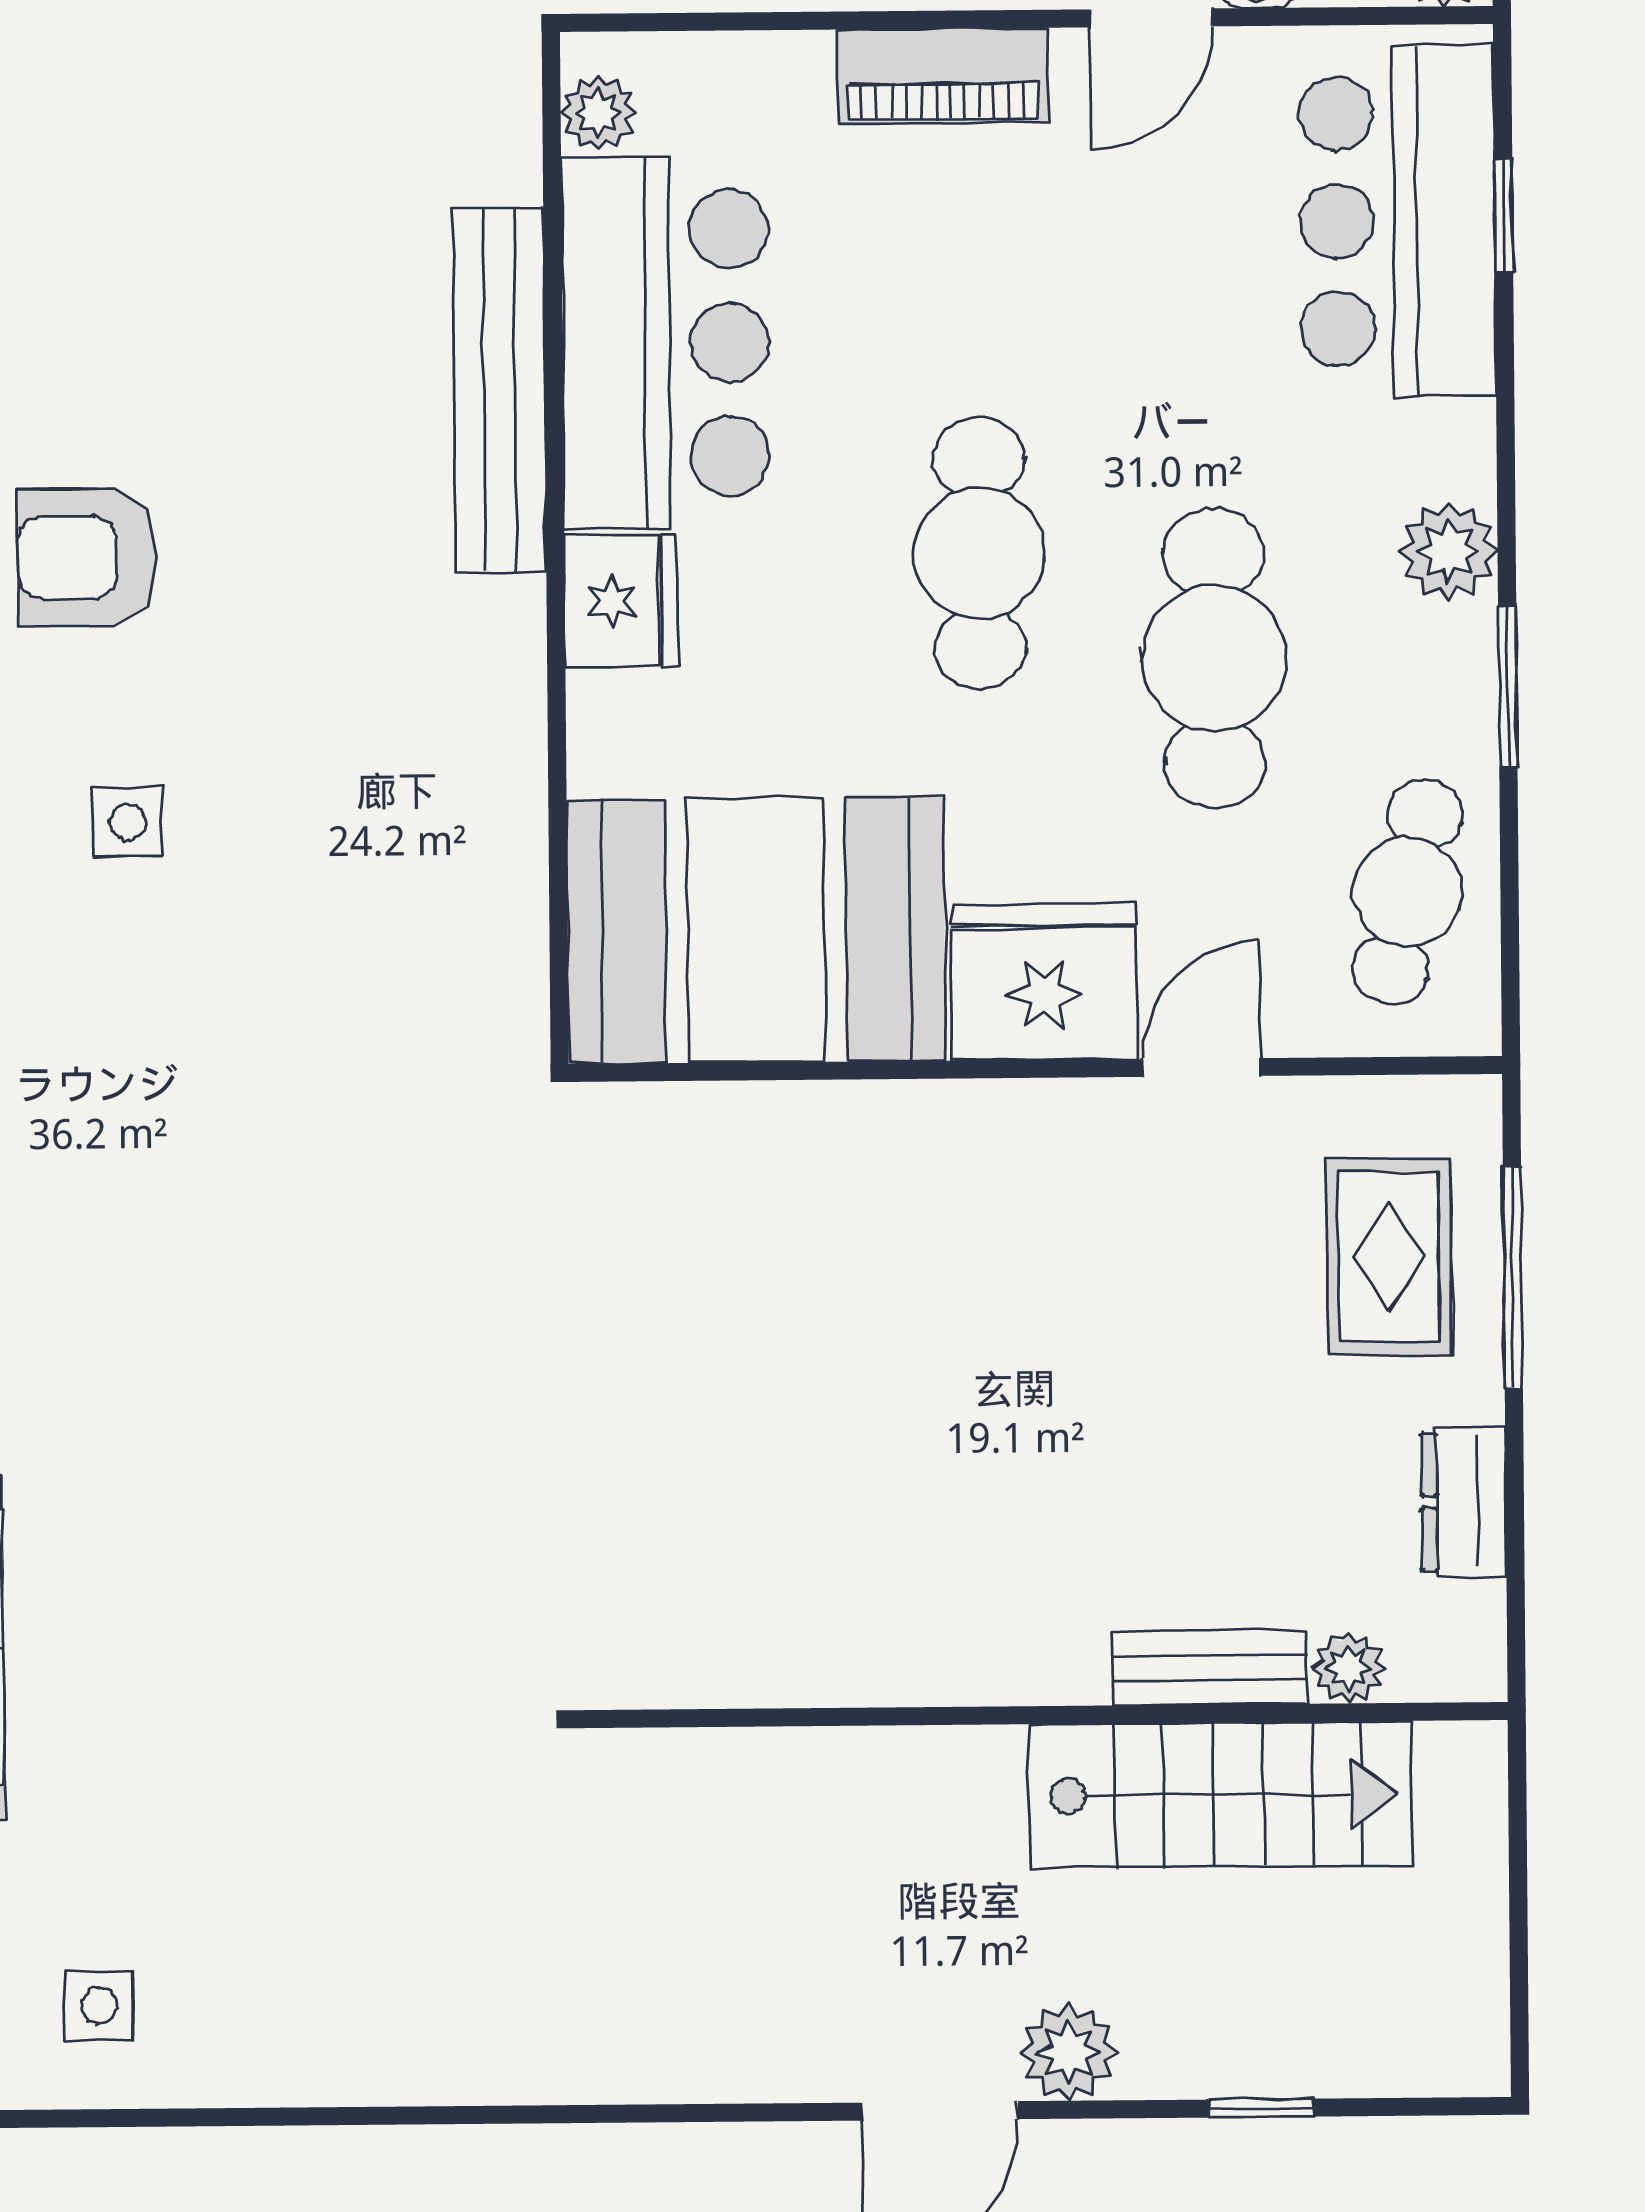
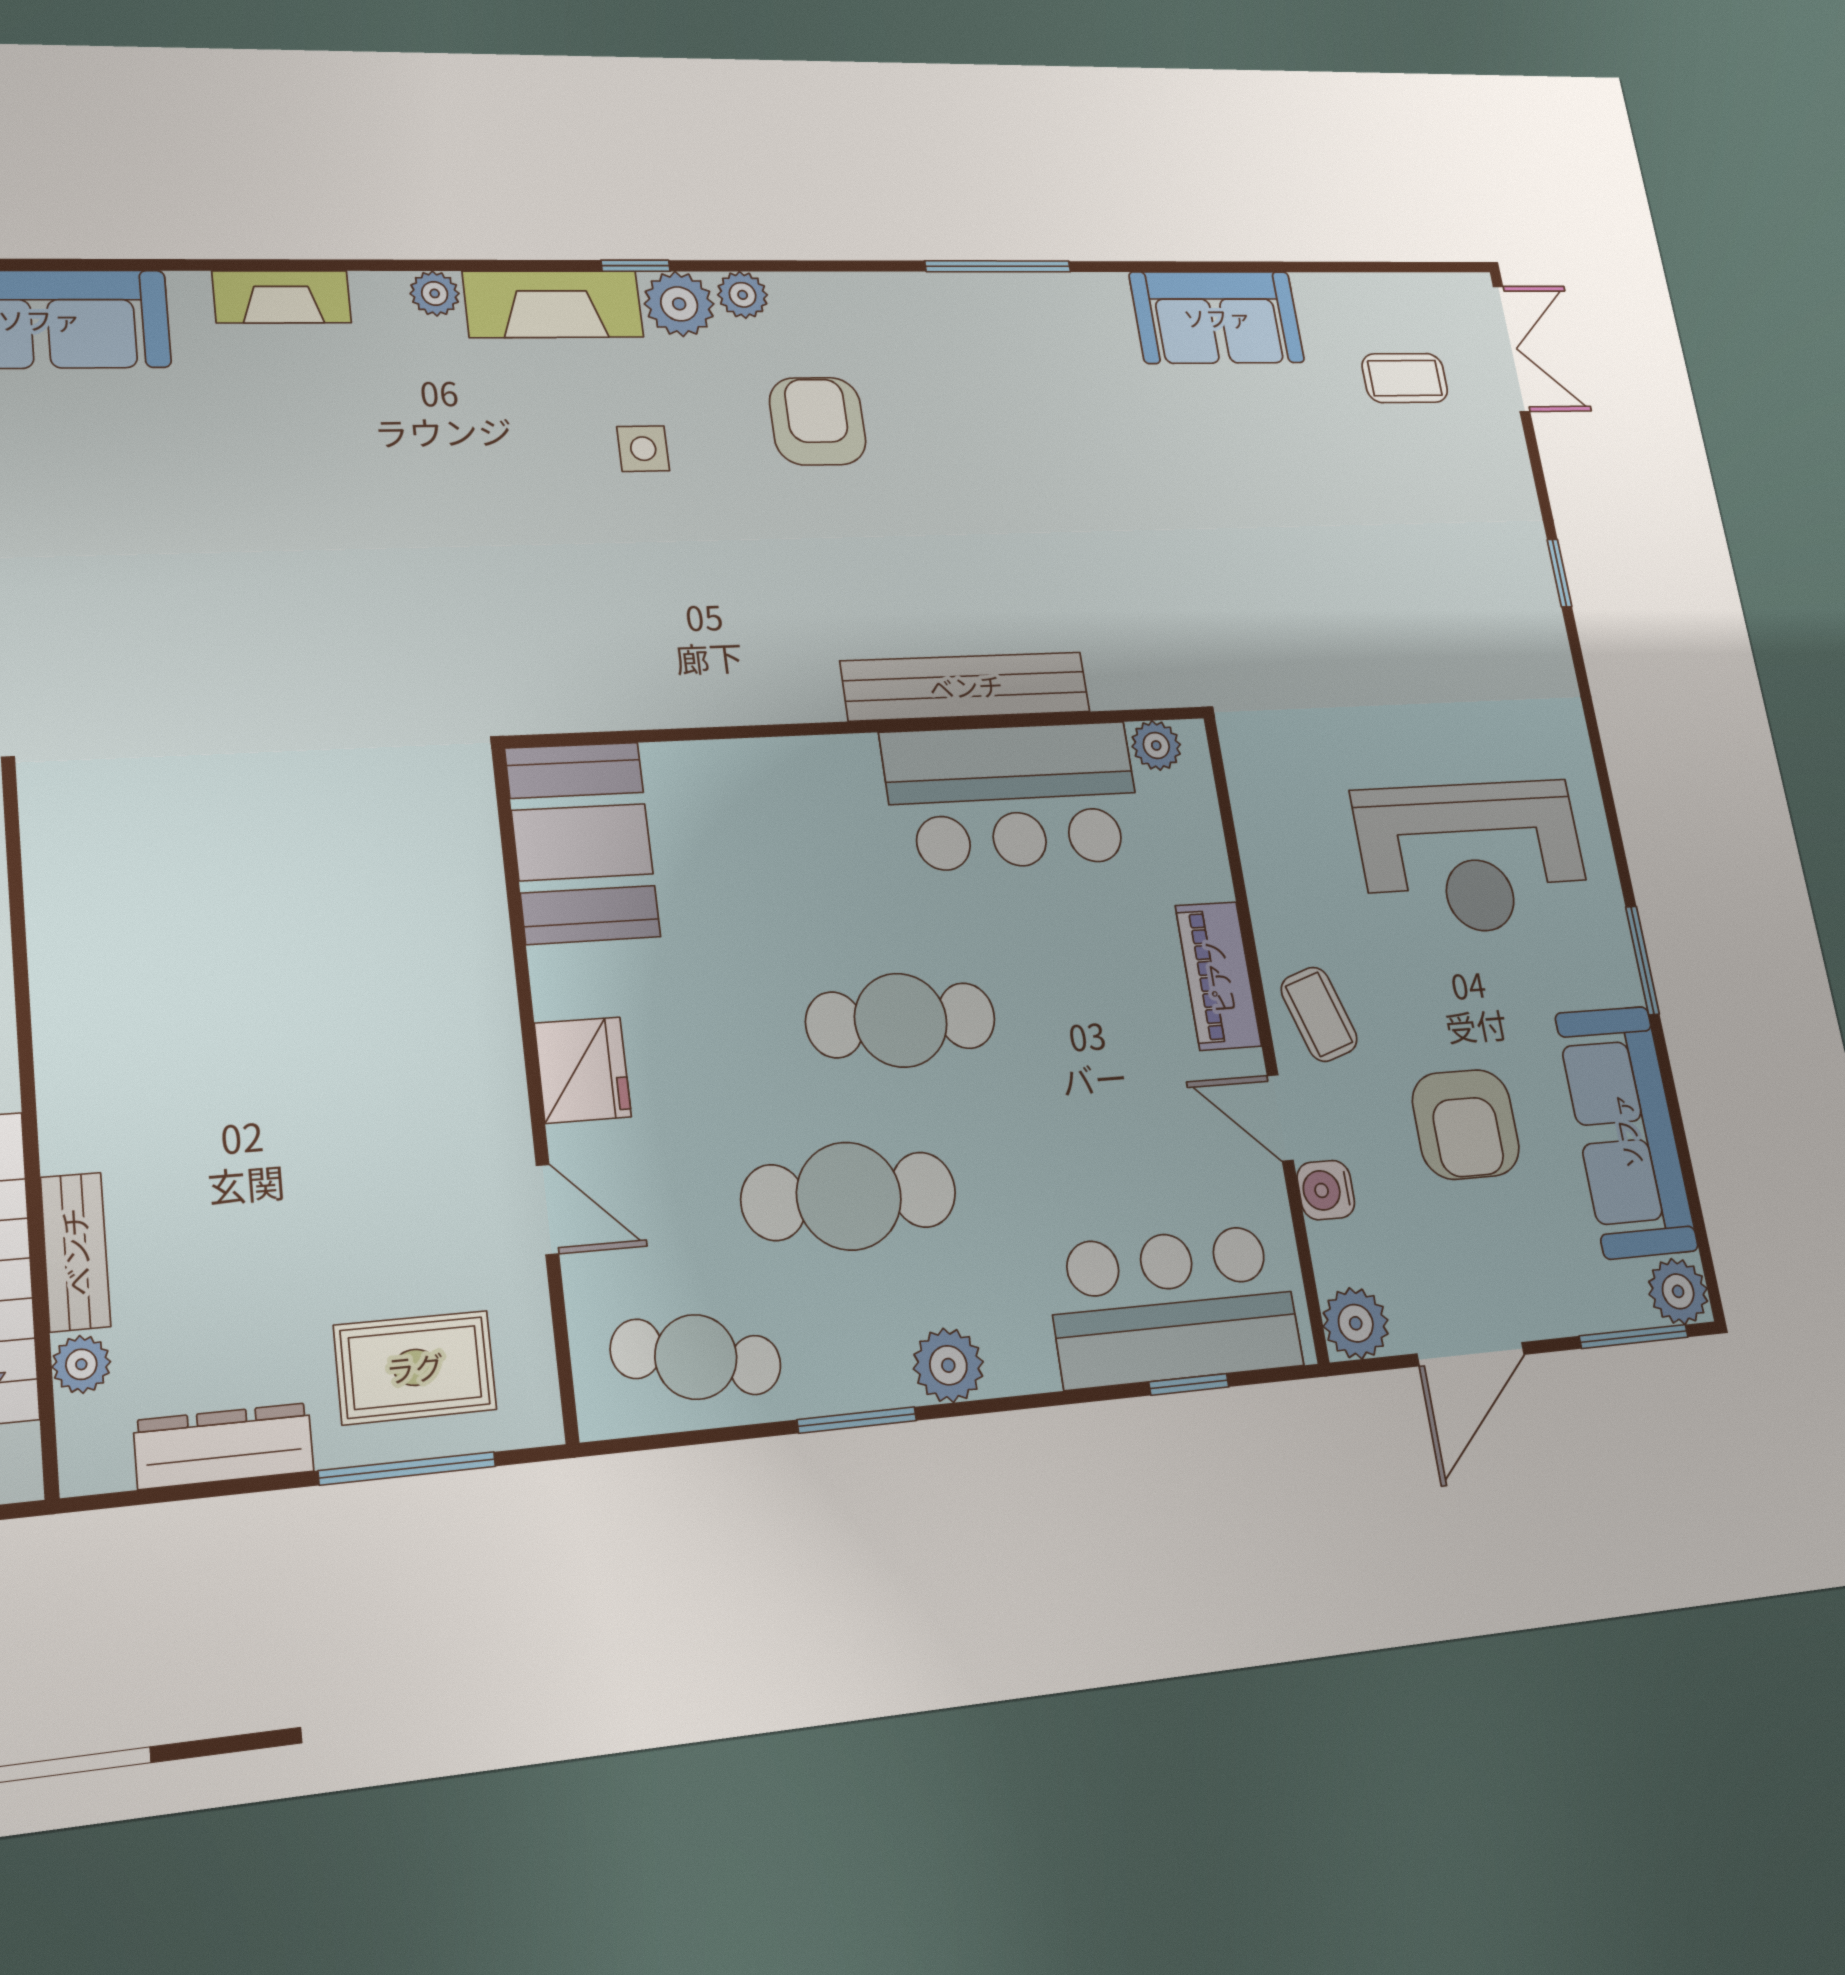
fridge: (621, 601) -> (834, 773), removed
booth: (756, 930) -> (582, 842), width x0.73, depth x0.70
fridge: (1044, 982) -> (583, 1070), width x0.73, depth x0.75
dresser: (1464, 1502) -> (224, 1446), width x1.44

